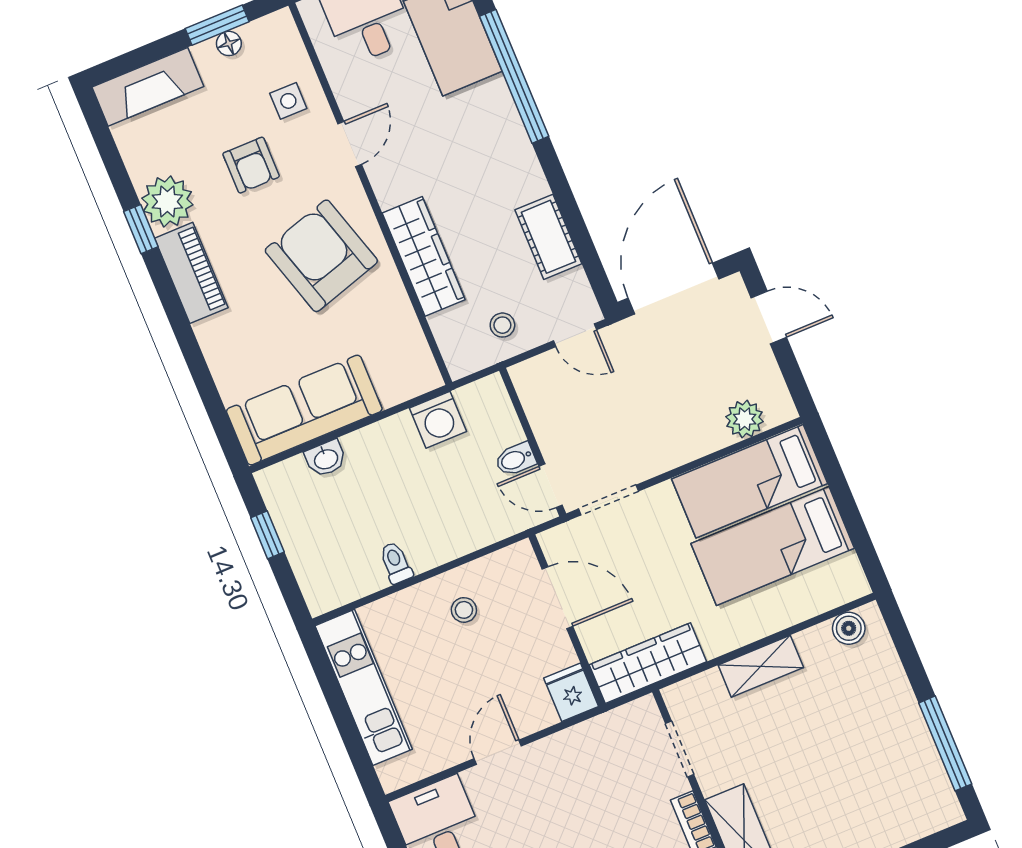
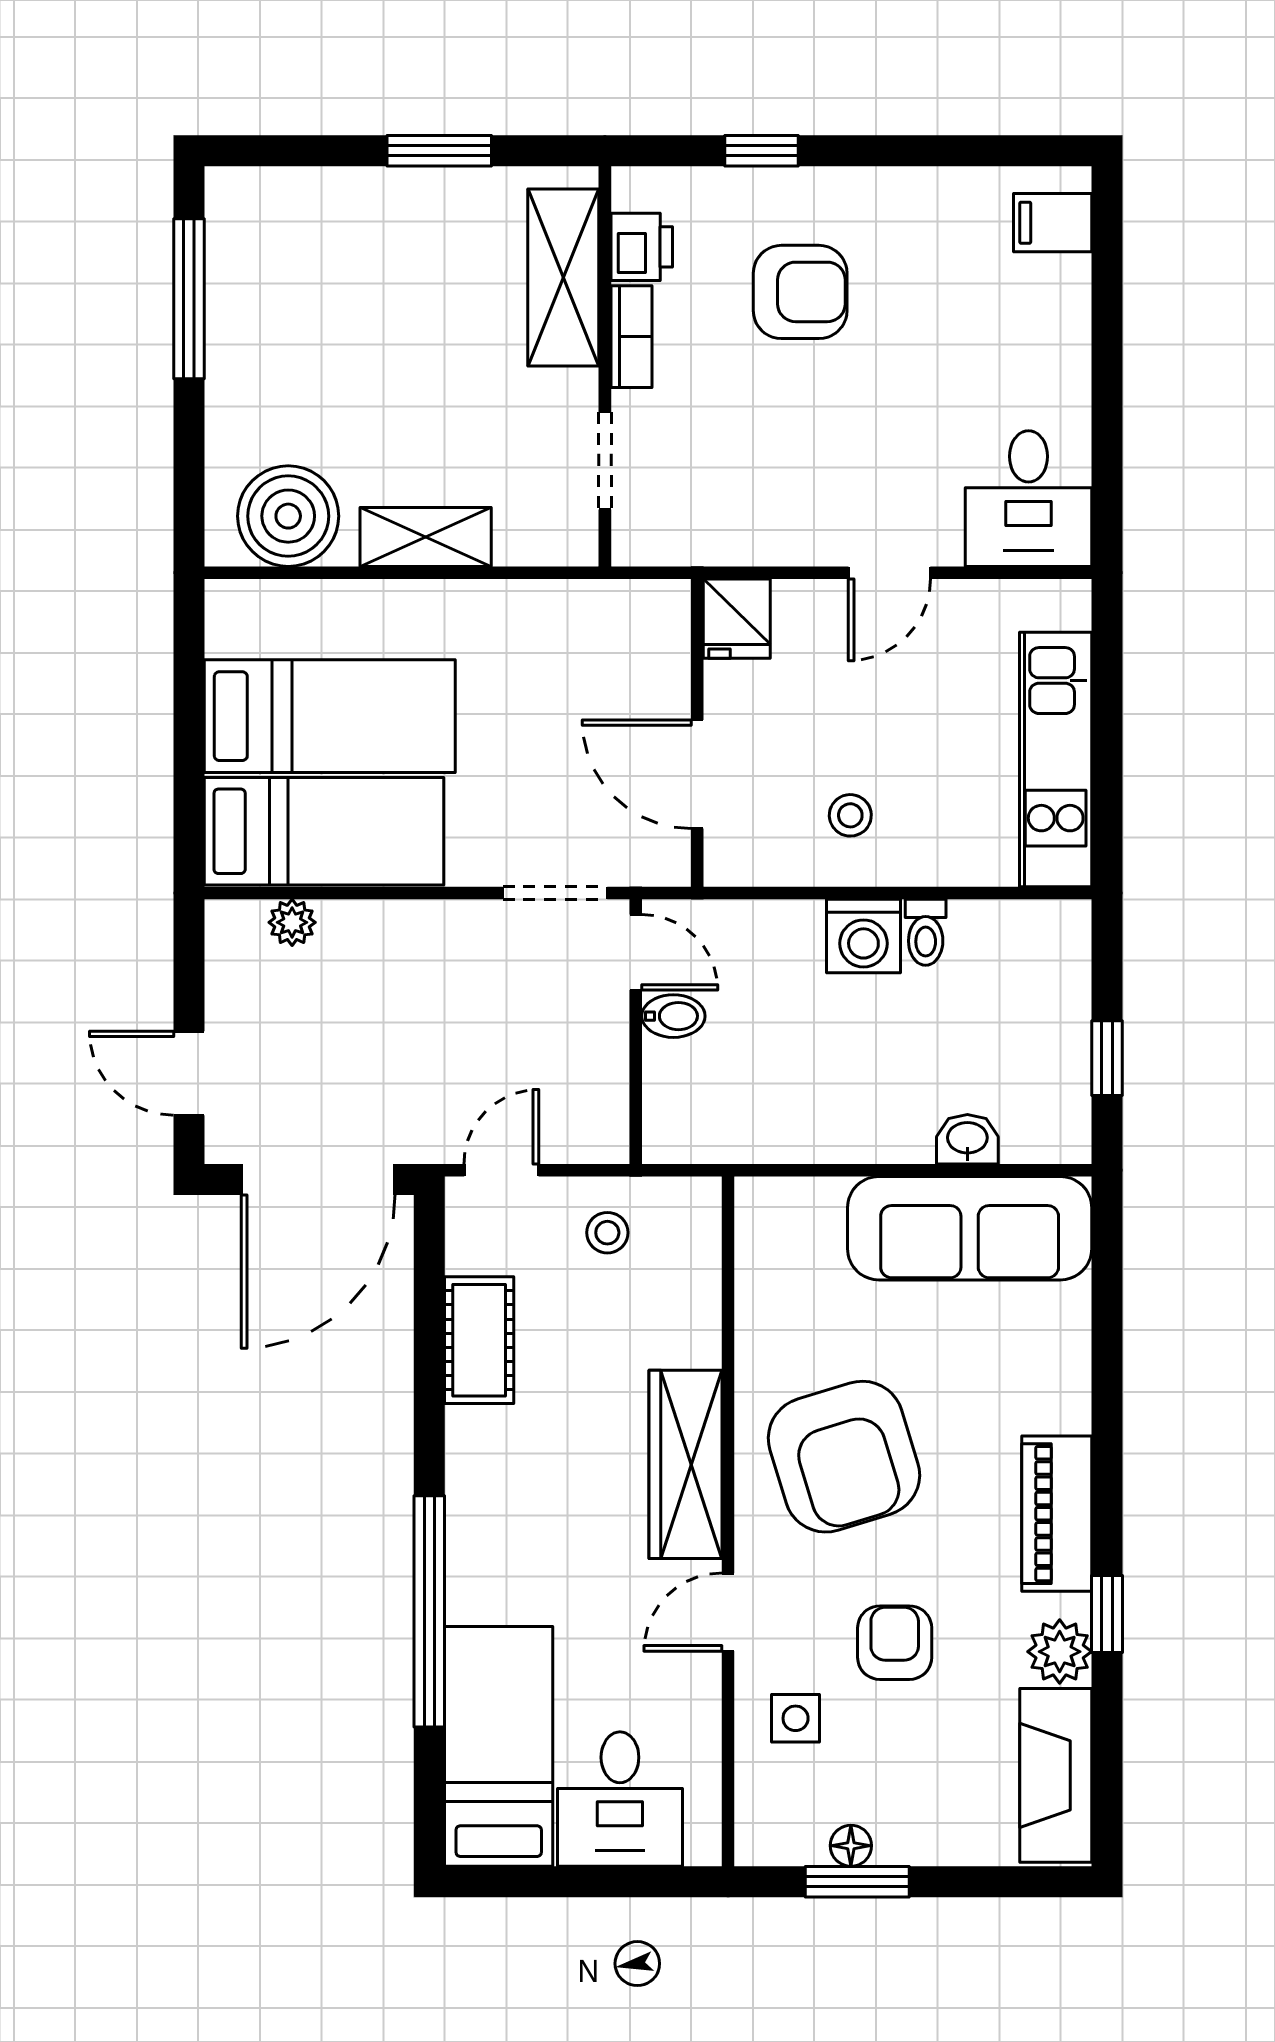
fireplace: (148, 87) -> (1056, 1775), moved, turned -90
plant: (167, 202) -> (1060, 1652), width x0.73, depth x0.73
wardrobe: (424, 256) -> (686, 1464), moved
door: (575, 335) -> (501, 1170), hinge flipped
plant: (745, 419) -> (292, 922), width x0.73, depth x0.73
washing machine: (438, 420) -> (863, 936), moved, turned 180
boiler: (849, 628) -> (288, 516), width x1.86, depth x1.86
wardrobe: (648, 663) -> (599, 614), removed

